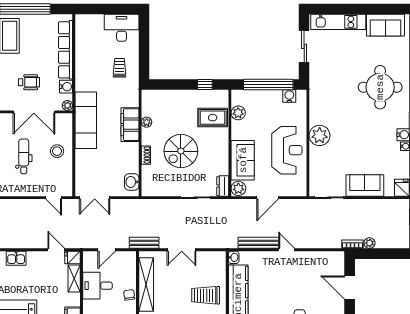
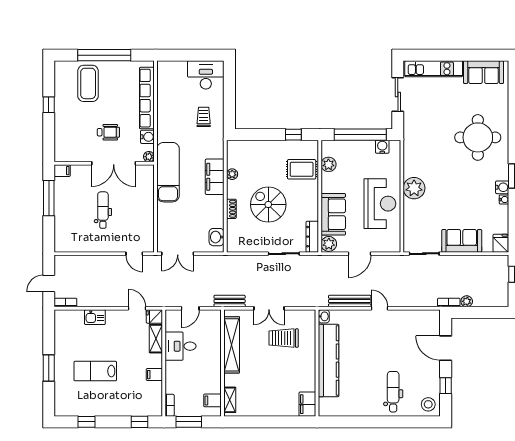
stool: (57, 151) -> (138, 205), removed
spiral stairs: (181, 151) -> (268, 205), turned 90
dresser: (223, 186) -> (312, 237), width x1.44
chair: (129, 295) -> (214, 356), removed
trolley: (206, 295) -> (284, 338), moved

